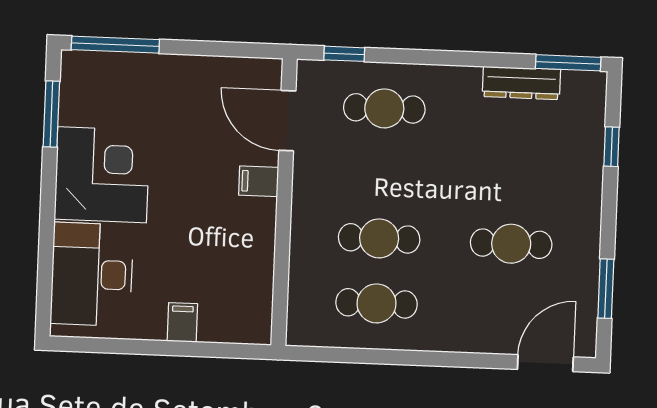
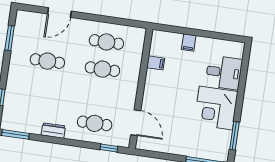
dresser: (521, 83) -> (53, 131), moved, width x0.70
filing cabinet: (259, 181) -> (156, 63), moved
desk: (92, 274) -> (224, 72), width x0.73
door: (545, 363) -> (59, 13), moved

